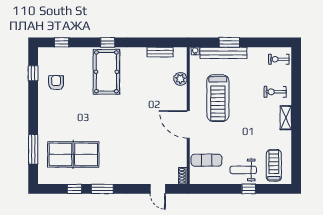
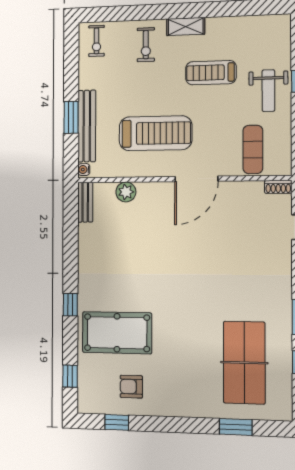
bench: (160, 52) -> (85, 202), moved
pool table: (106, 72) -> (117, 333), moved
window: (33, 149) -> (236, 427), width x0.69
treadmill: (274, 165) -> (211, 73), moved

